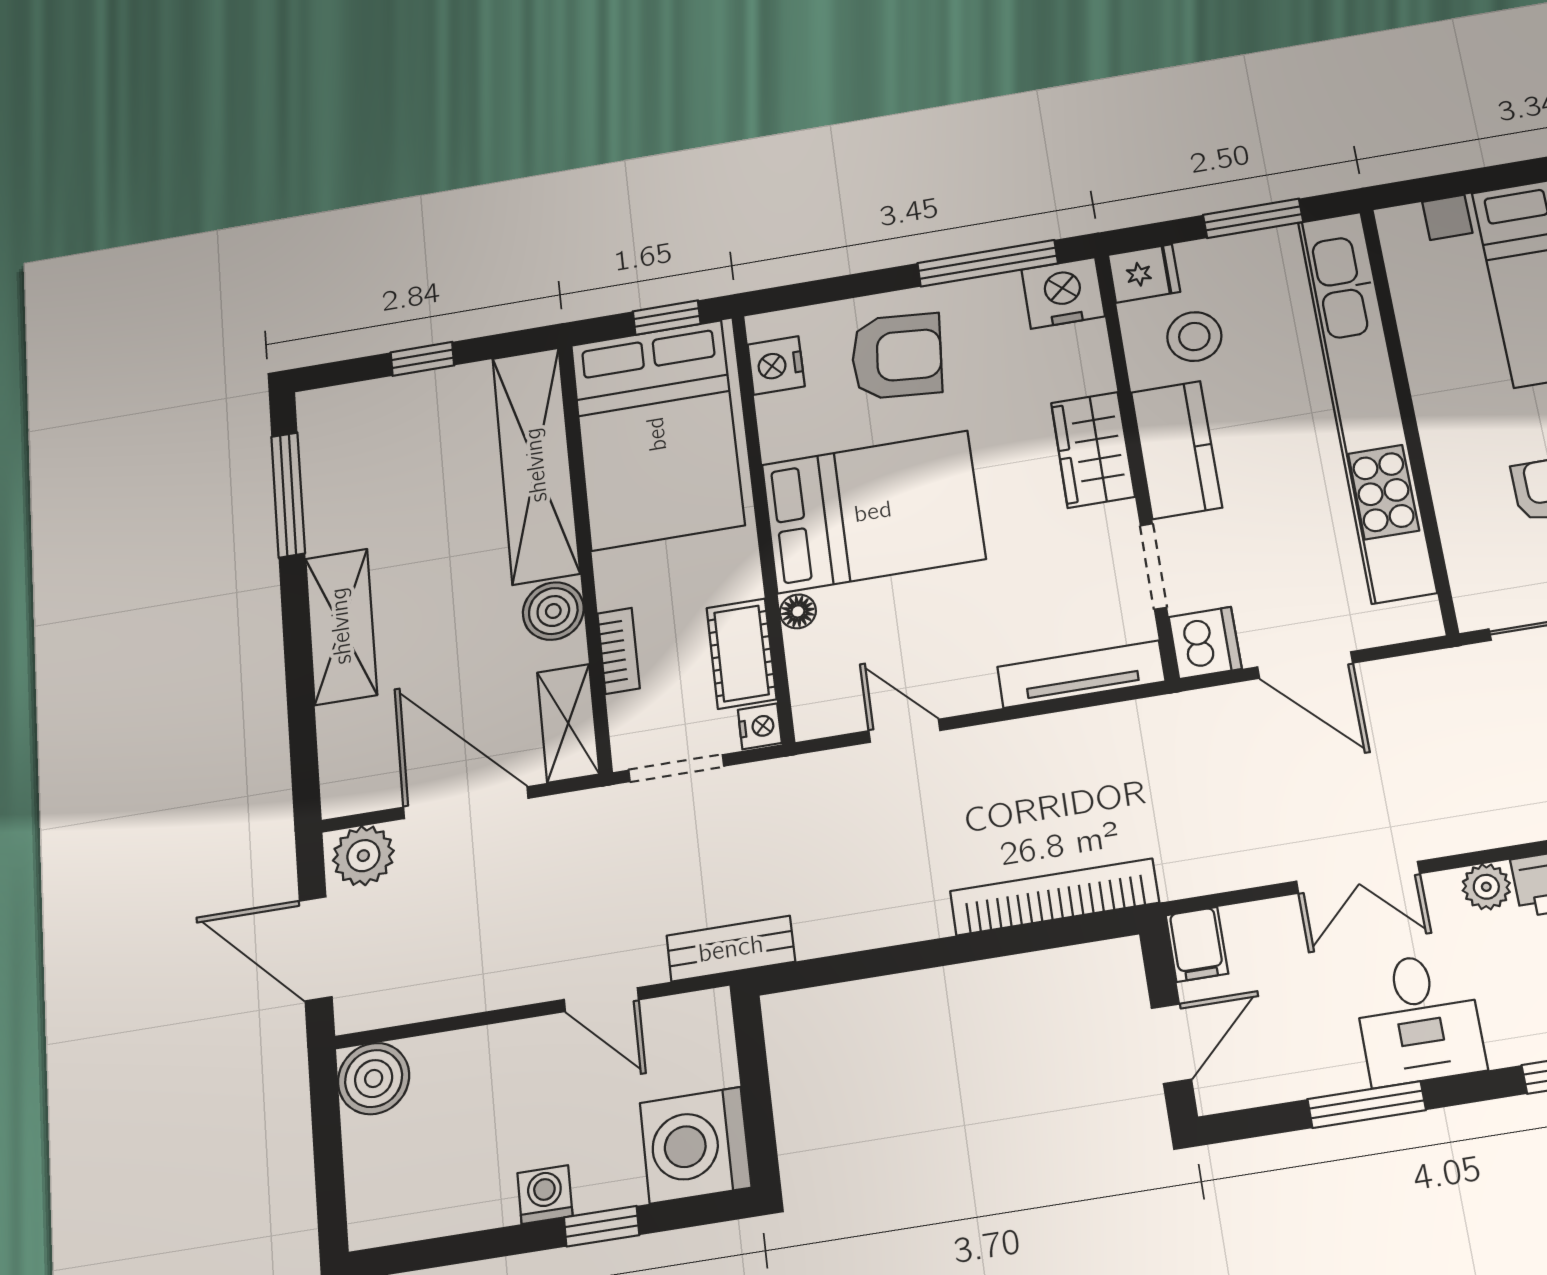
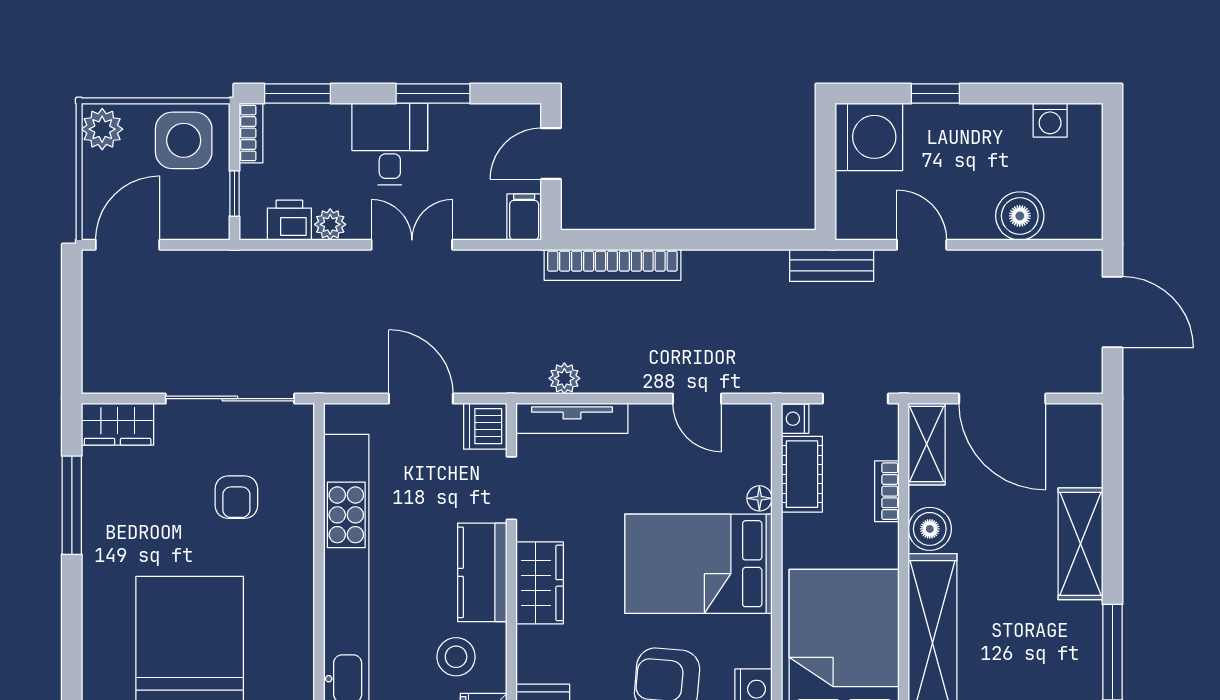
plant: (363, 856) -> (564, 378), moved, width x0.73, depth x0.73
boiler: (374, 1079) -> (1020, 216), moved
washing machine: (545, 1195) -> (1050, 120), moved

